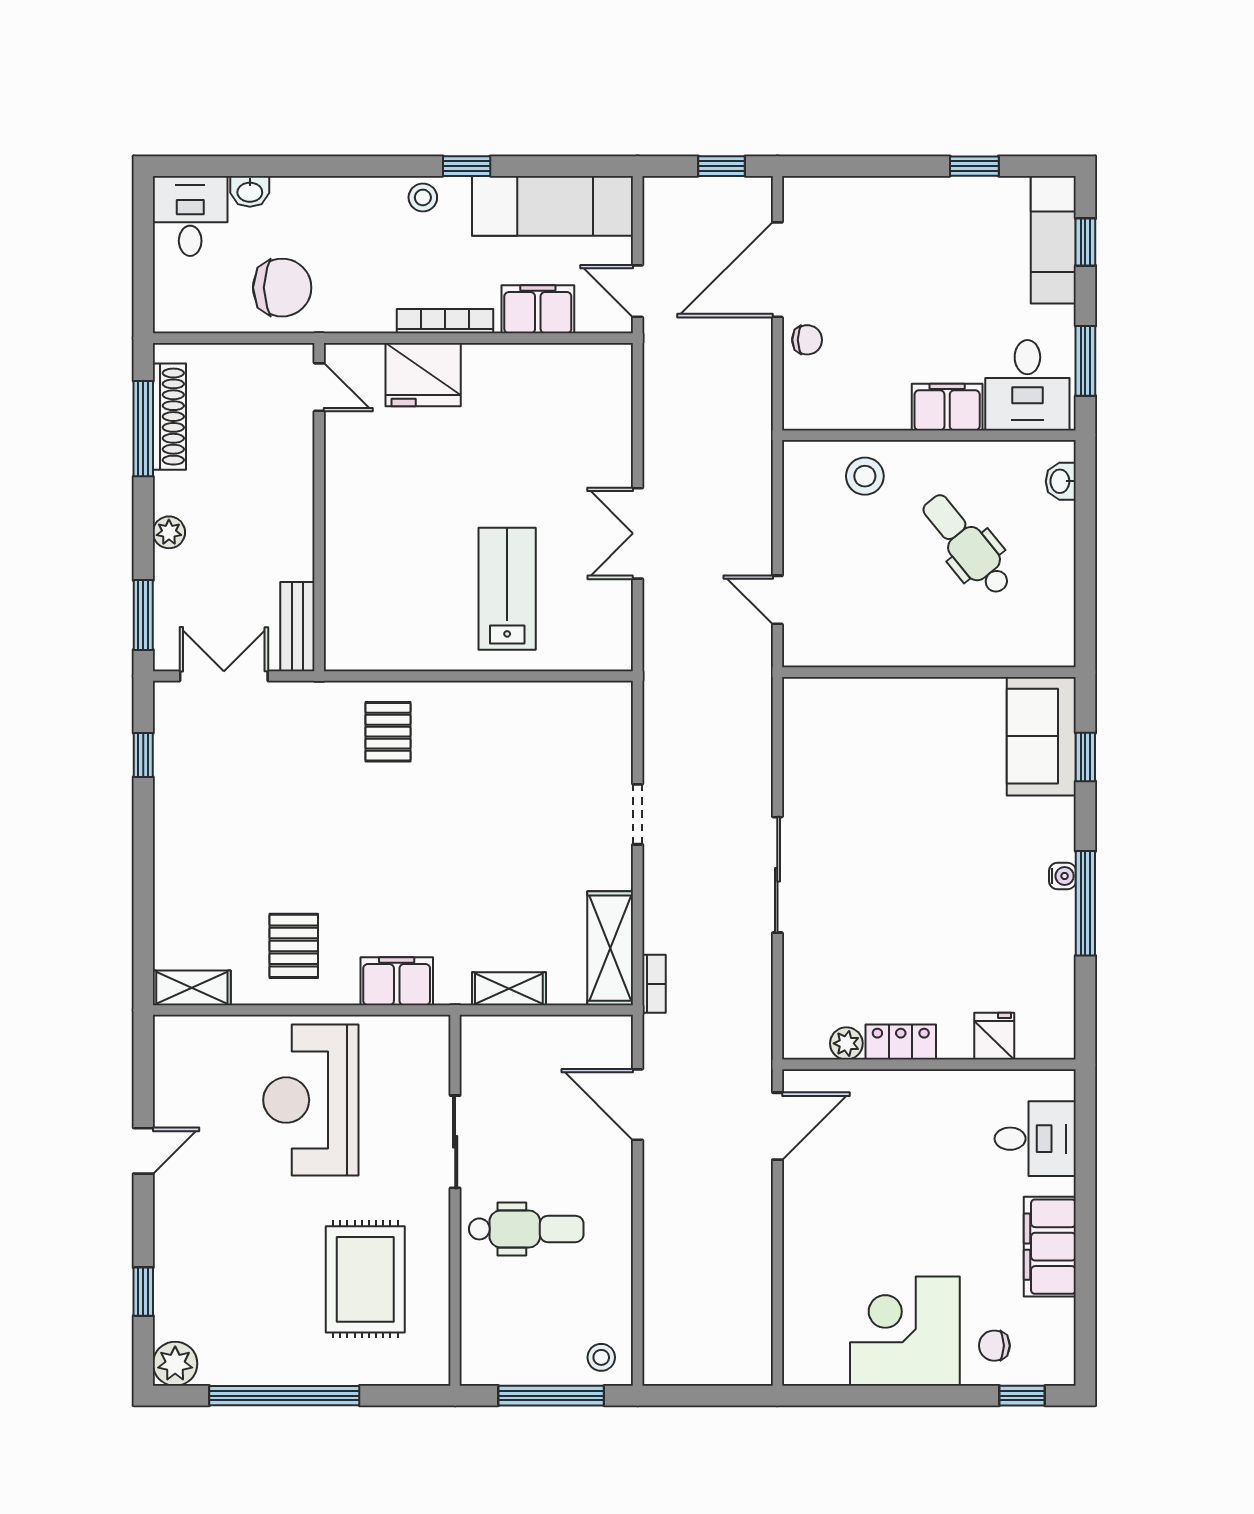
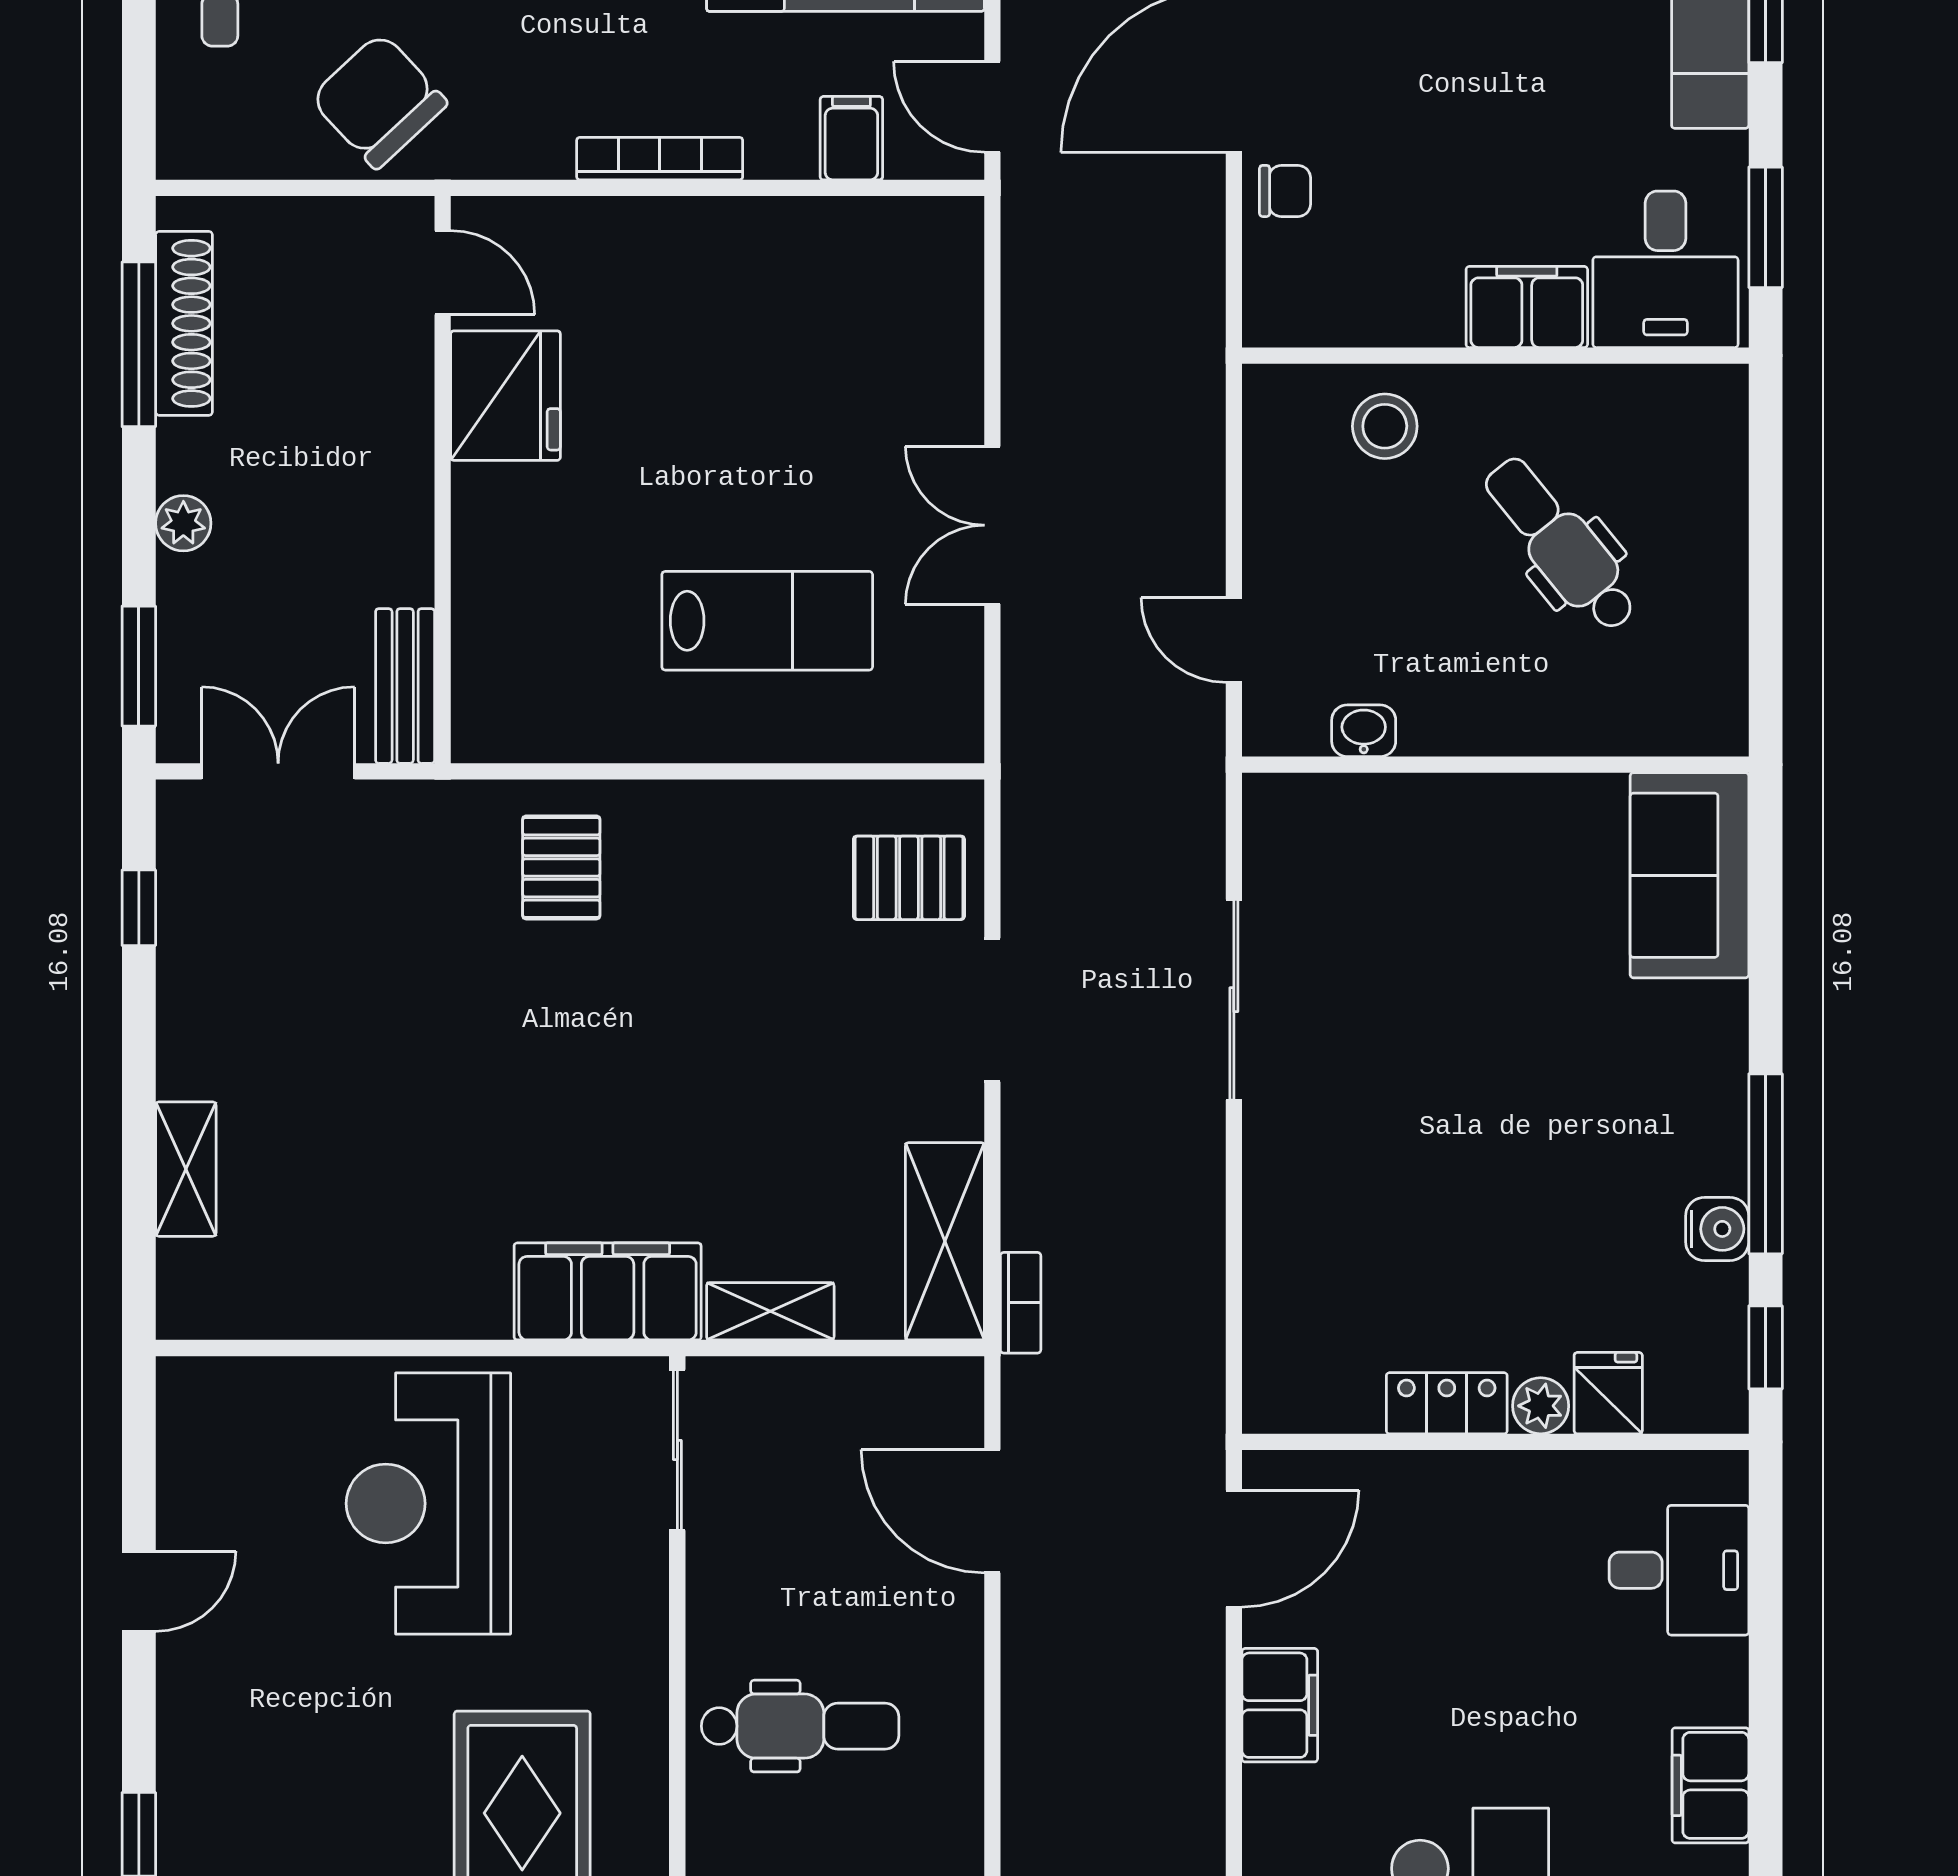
chair: (282, 288) -> (379, 101), turned -133
filing cabinet: (538, 309) -> (851, 138), width x0.50
fridge: (423, 375) -> (506, 396), moved, turned -90
washbasin: (1061, 481) -> (1364, 731), moved, turned 90
lab bench: (507, 589) -> (767, 621), turned 90
window: (1085, 757) -> (1766, 1347), moved
doorway: (638, 814) -> (992, 1010), width x1.38
sliding door: (777, 875) -> (1234, 1000), moved
water cooler: (1062, 876) -> (1717, 1229), moved, width x1.38, depth x1.38
pallet: (294, 946) -> (909, 878), moved, turned 90
filing cabinet: (397, 981) -> (608, 1291), width x1.50, depth x1.17
shelving: (192, 988) -> (186, 1169), moved, turned 90
plant: (846, 1043) -> (1541, 1406), moved
sliding door: (455, 1142) -> (677, 1450), moved
filing cabinet: (804, 1217) -> (1280, 1705), added
filing cabinet: (1050, 1247) -> (1710, 1785), width x0.67, depth x0.86

